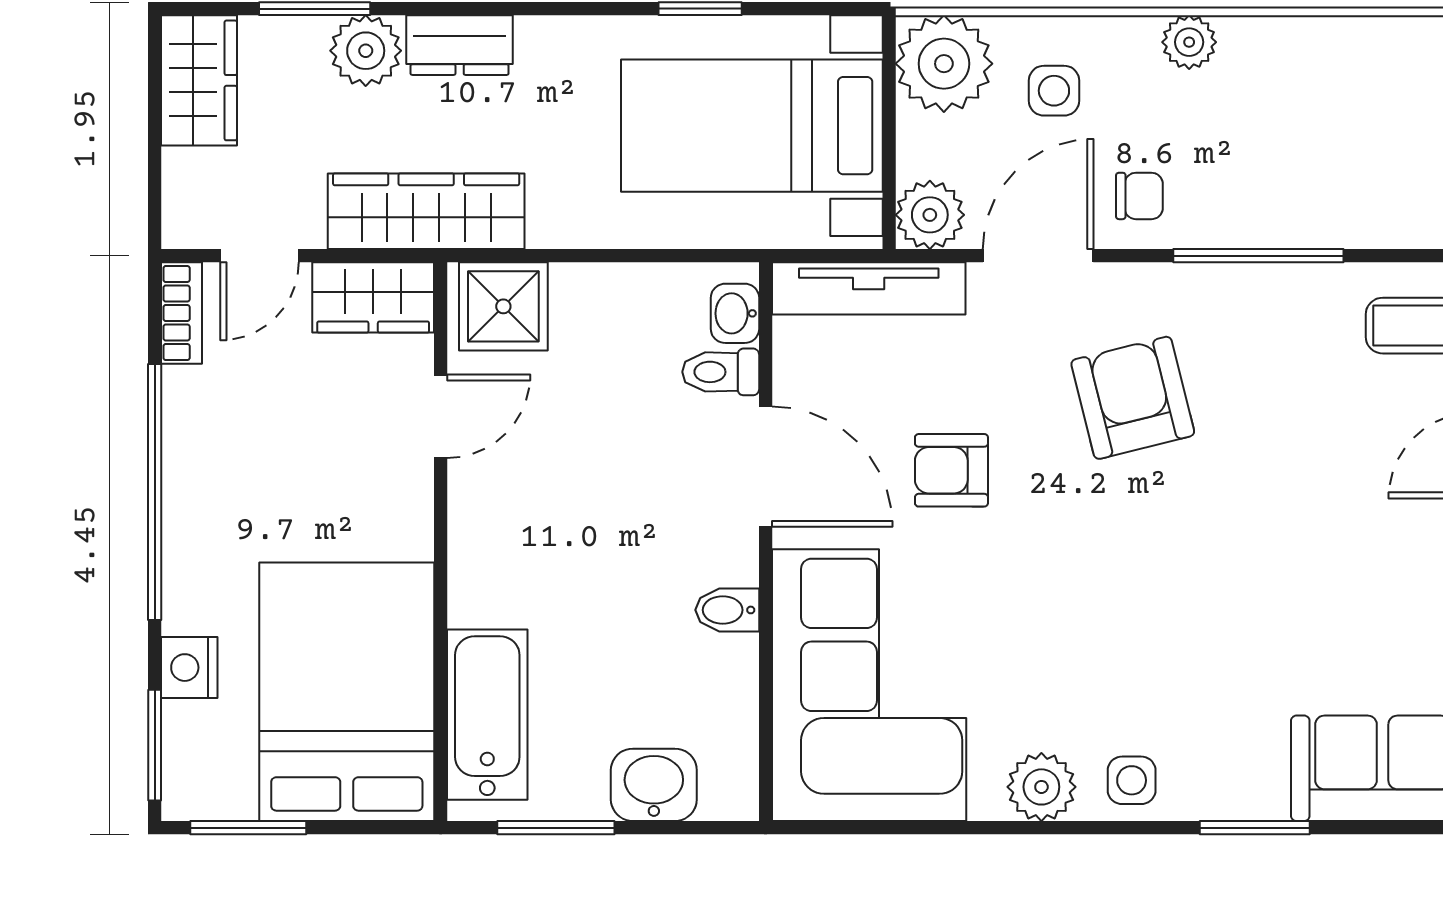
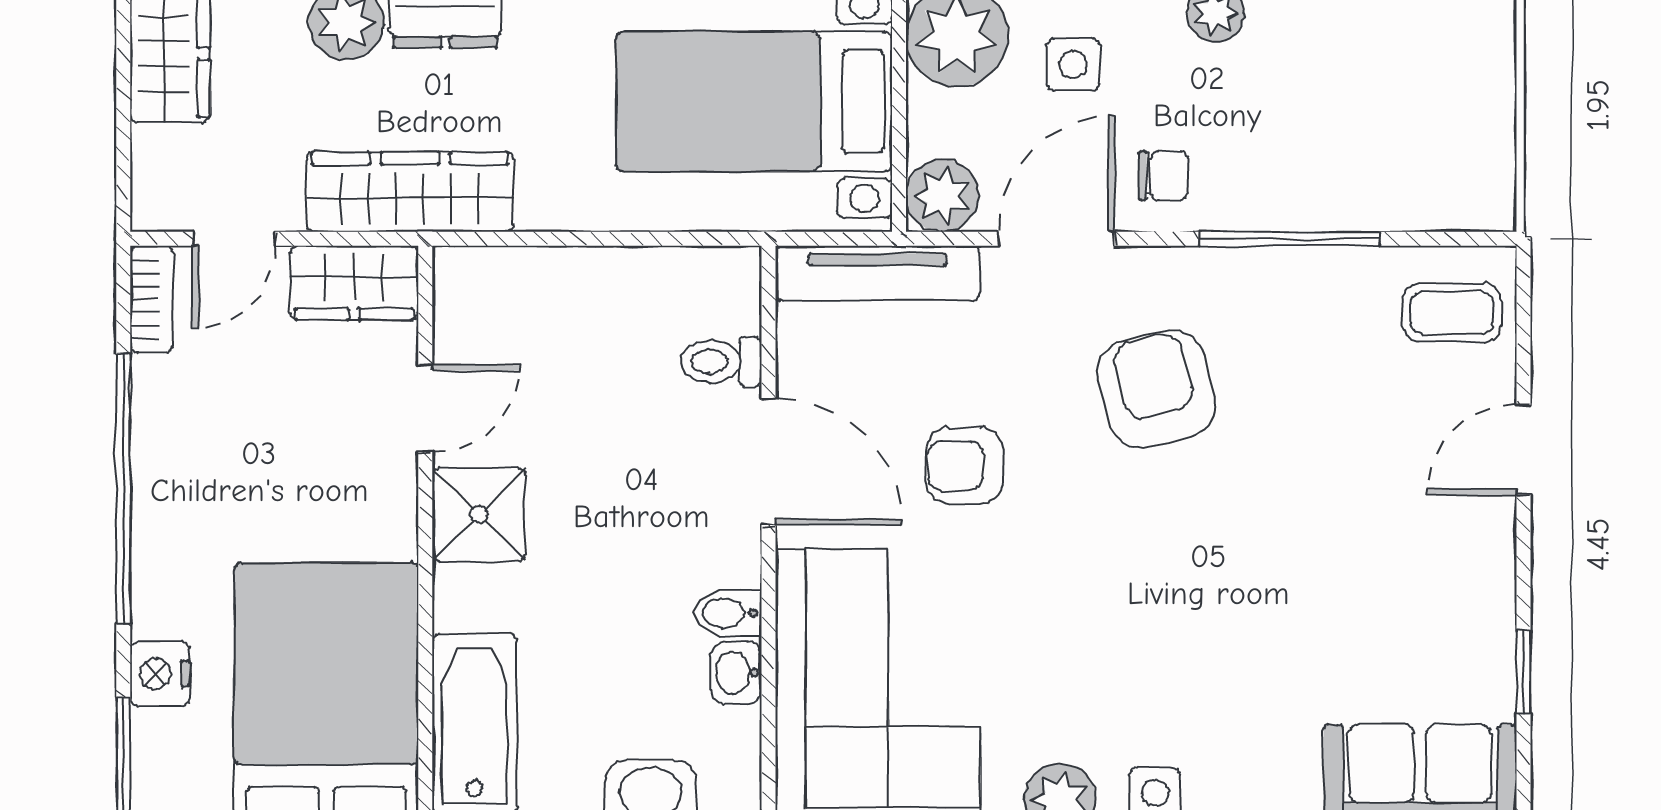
shower: (503, 306) -> (479, 515), moved
washbasin: (735, 313) -> (736, 673), moved

